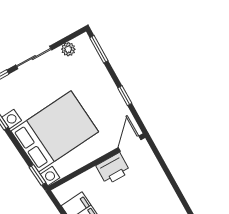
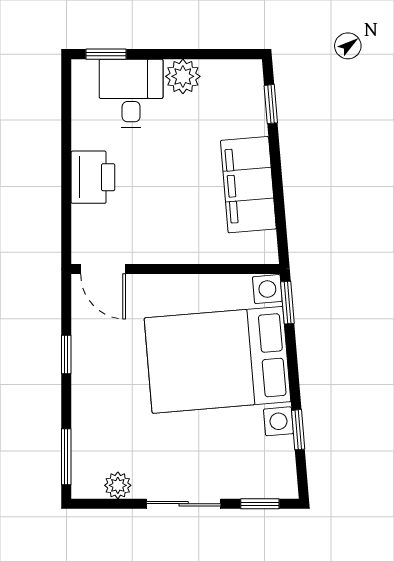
door: (130, 144) -> (103, 269), hinge flipped
printer: (113, 169) -> (93, 177), moved, turned 90

